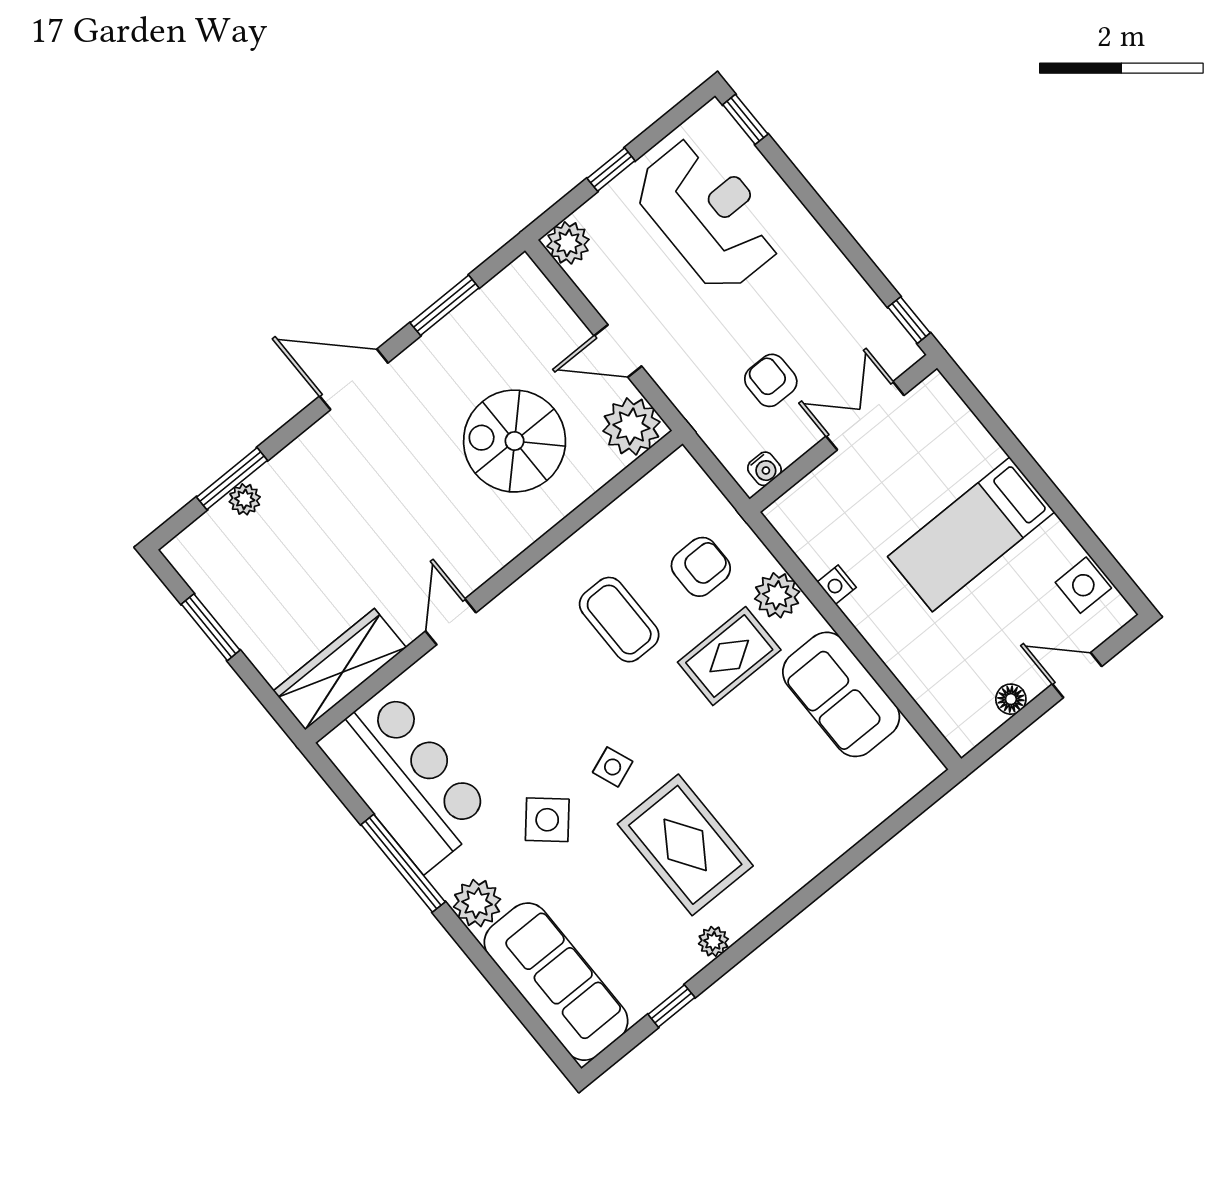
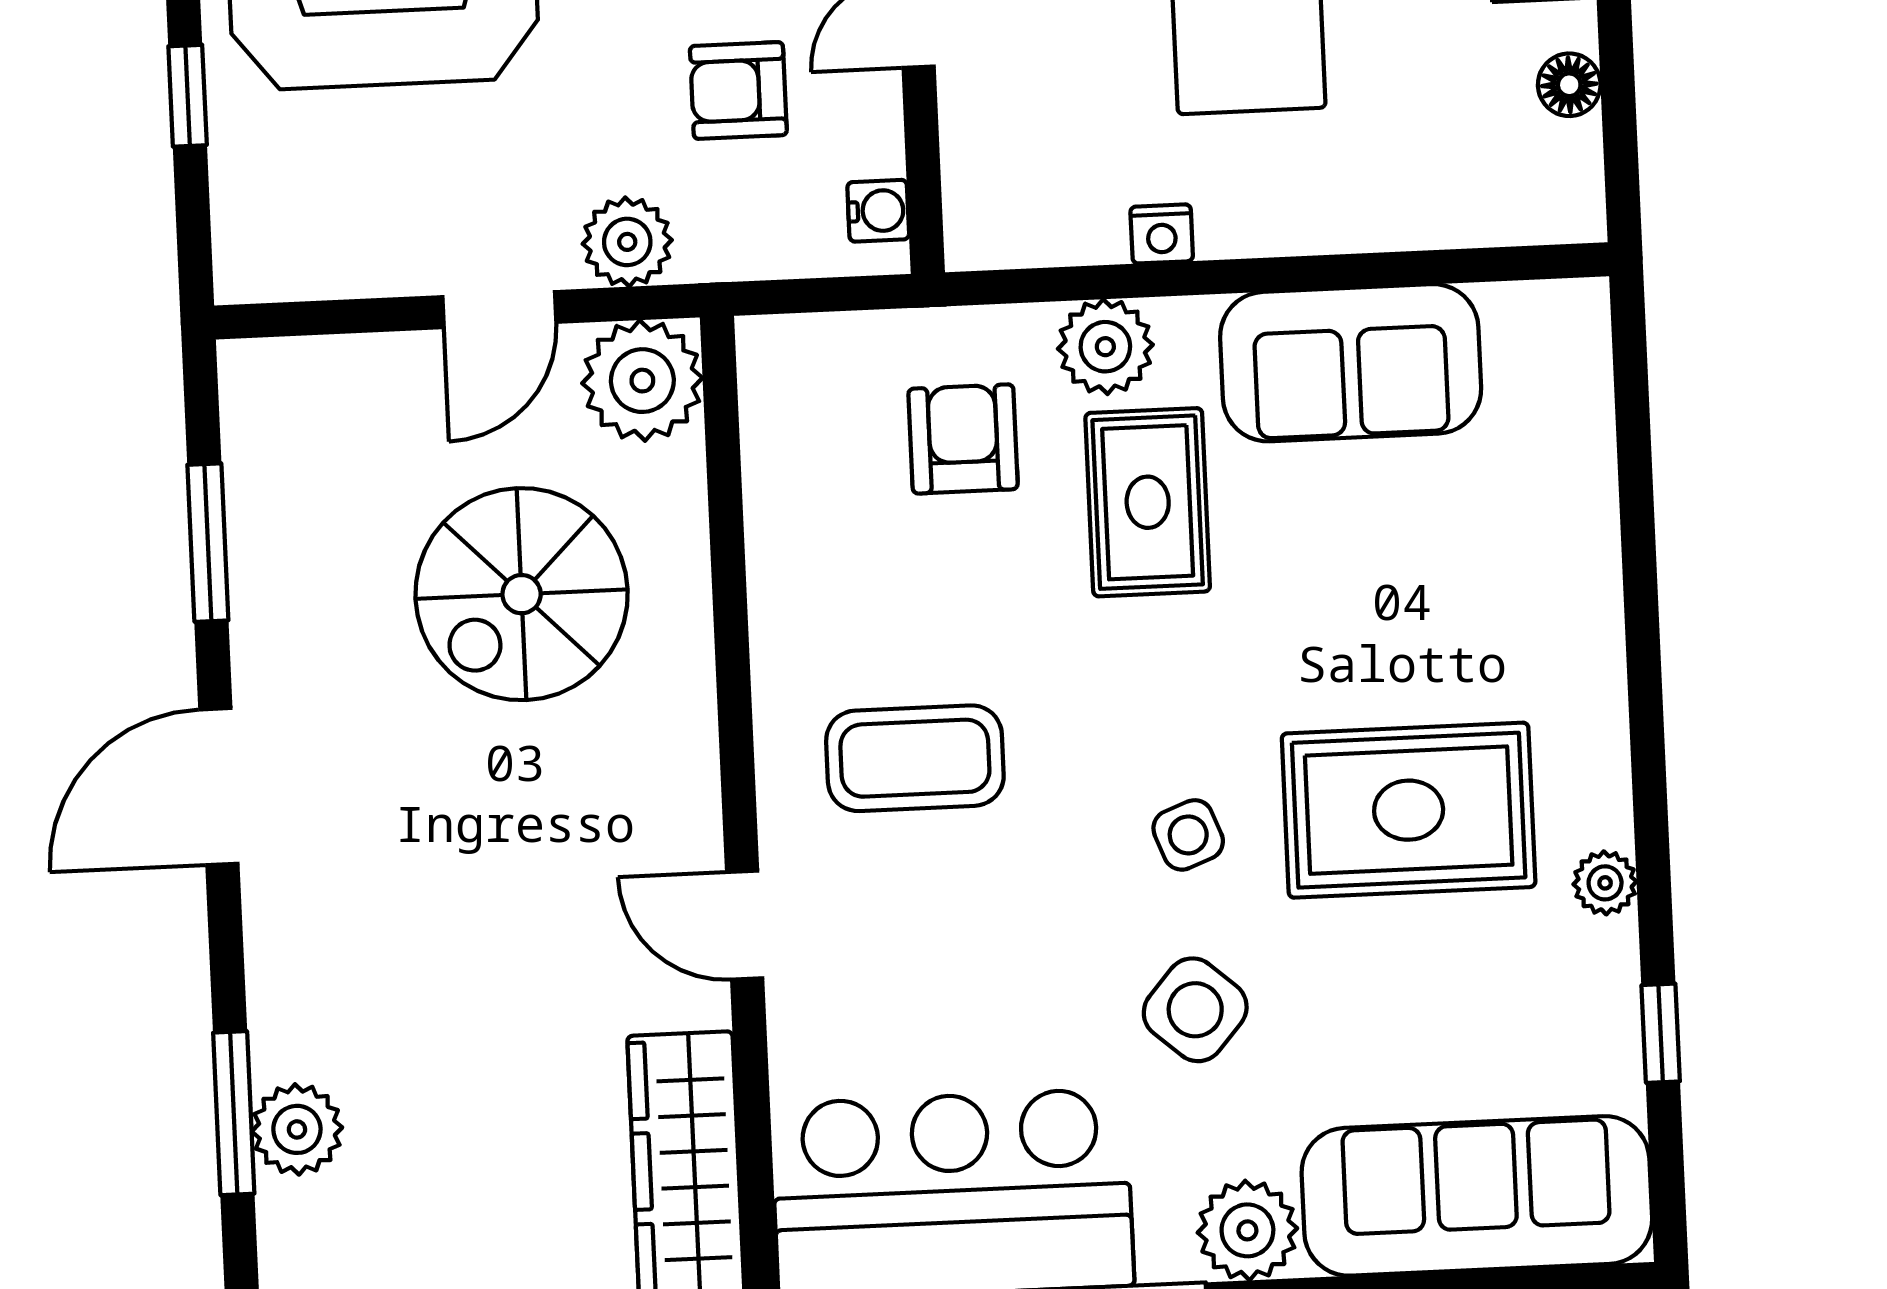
plant: (568, 243) -> (627, 242), moved
plant: (245, 499) -> (297, 1129), width x1.38, depth x1.38
coffee table: (619, 620) -> (915, 758), moved

